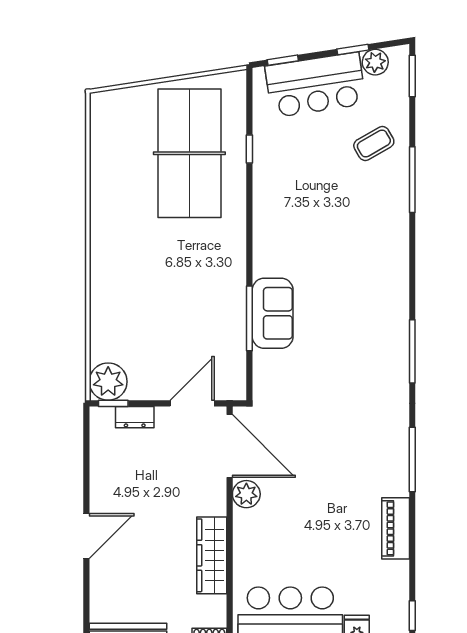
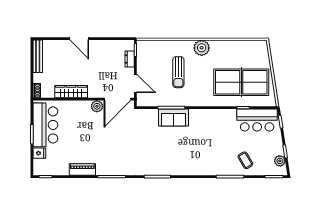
bar counter: (316, 85) -> (257, 120), moved, turned -81
sun lounger: (166, 302) -> (178, 72), added
plant: (108, 382) -> (202, 48), moved

